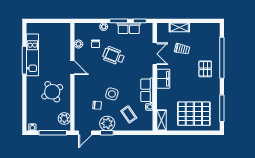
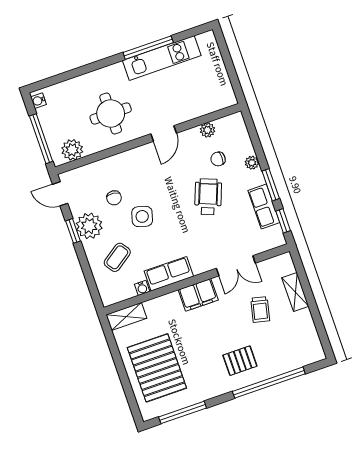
round table: (52, 92) -> (111, 114), turned 31

